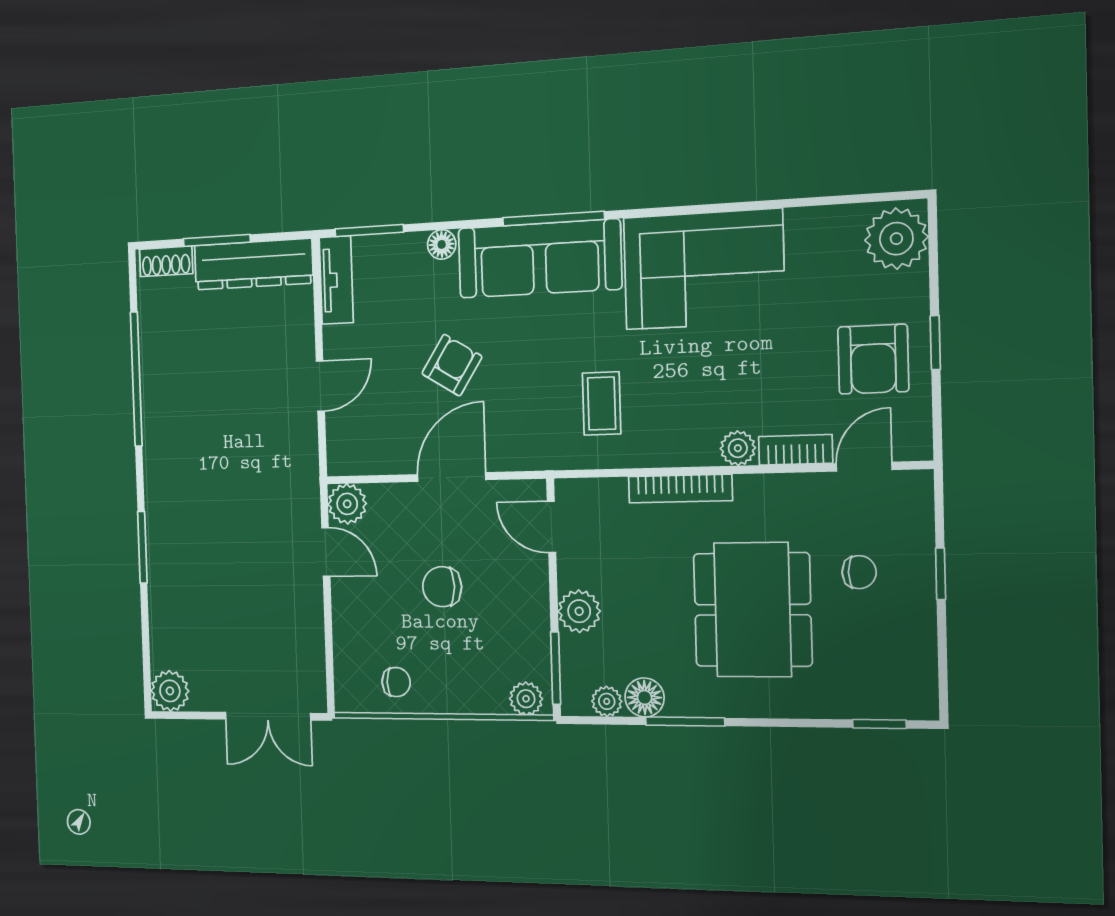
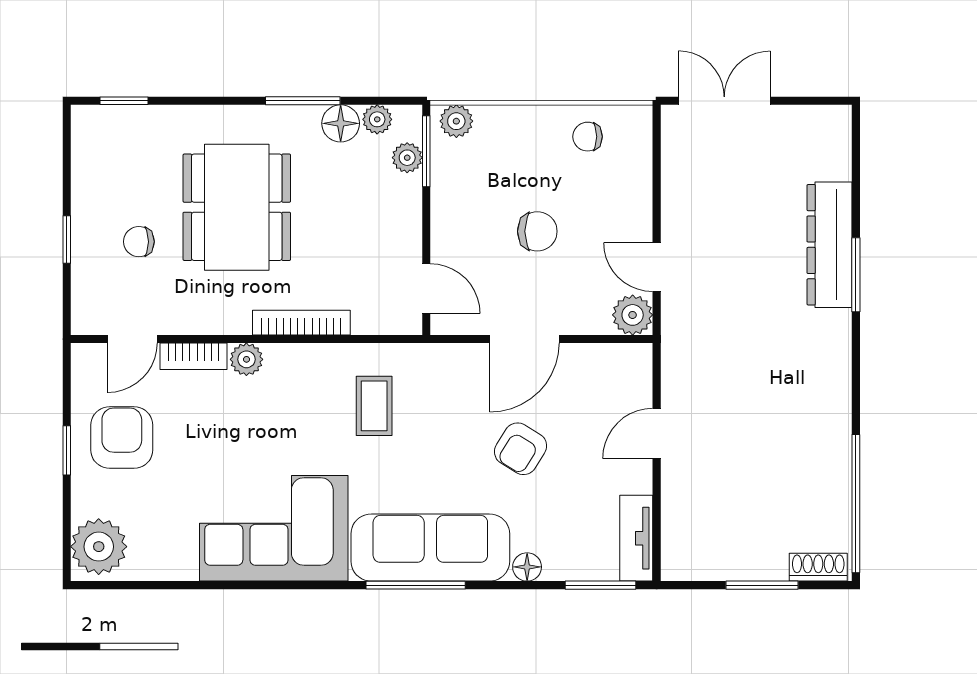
dresser: (253, 264) -> (830, 245), moved, turned -90
window: (136, 379) -> (856, 504), moved
plant: (579, 611) -> (407, 158), moved, width x0.73, depth x0.73
plant: (170, 691) -> (831, 126), removed

